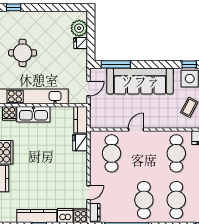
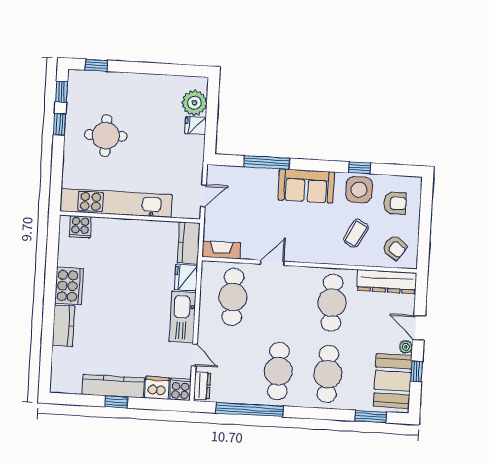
window: (116, 64) -> (267, 162), moved
sofa: (140, 81) -> (306, 186), width x0.54, depth x0.79
kitchen sink: (33, 114) -> (183, 317), moved, turned 90
fireplace: (102, 123) -> (221, 250), added
door: (89, 193) -> (194, 355), hinge flipped

